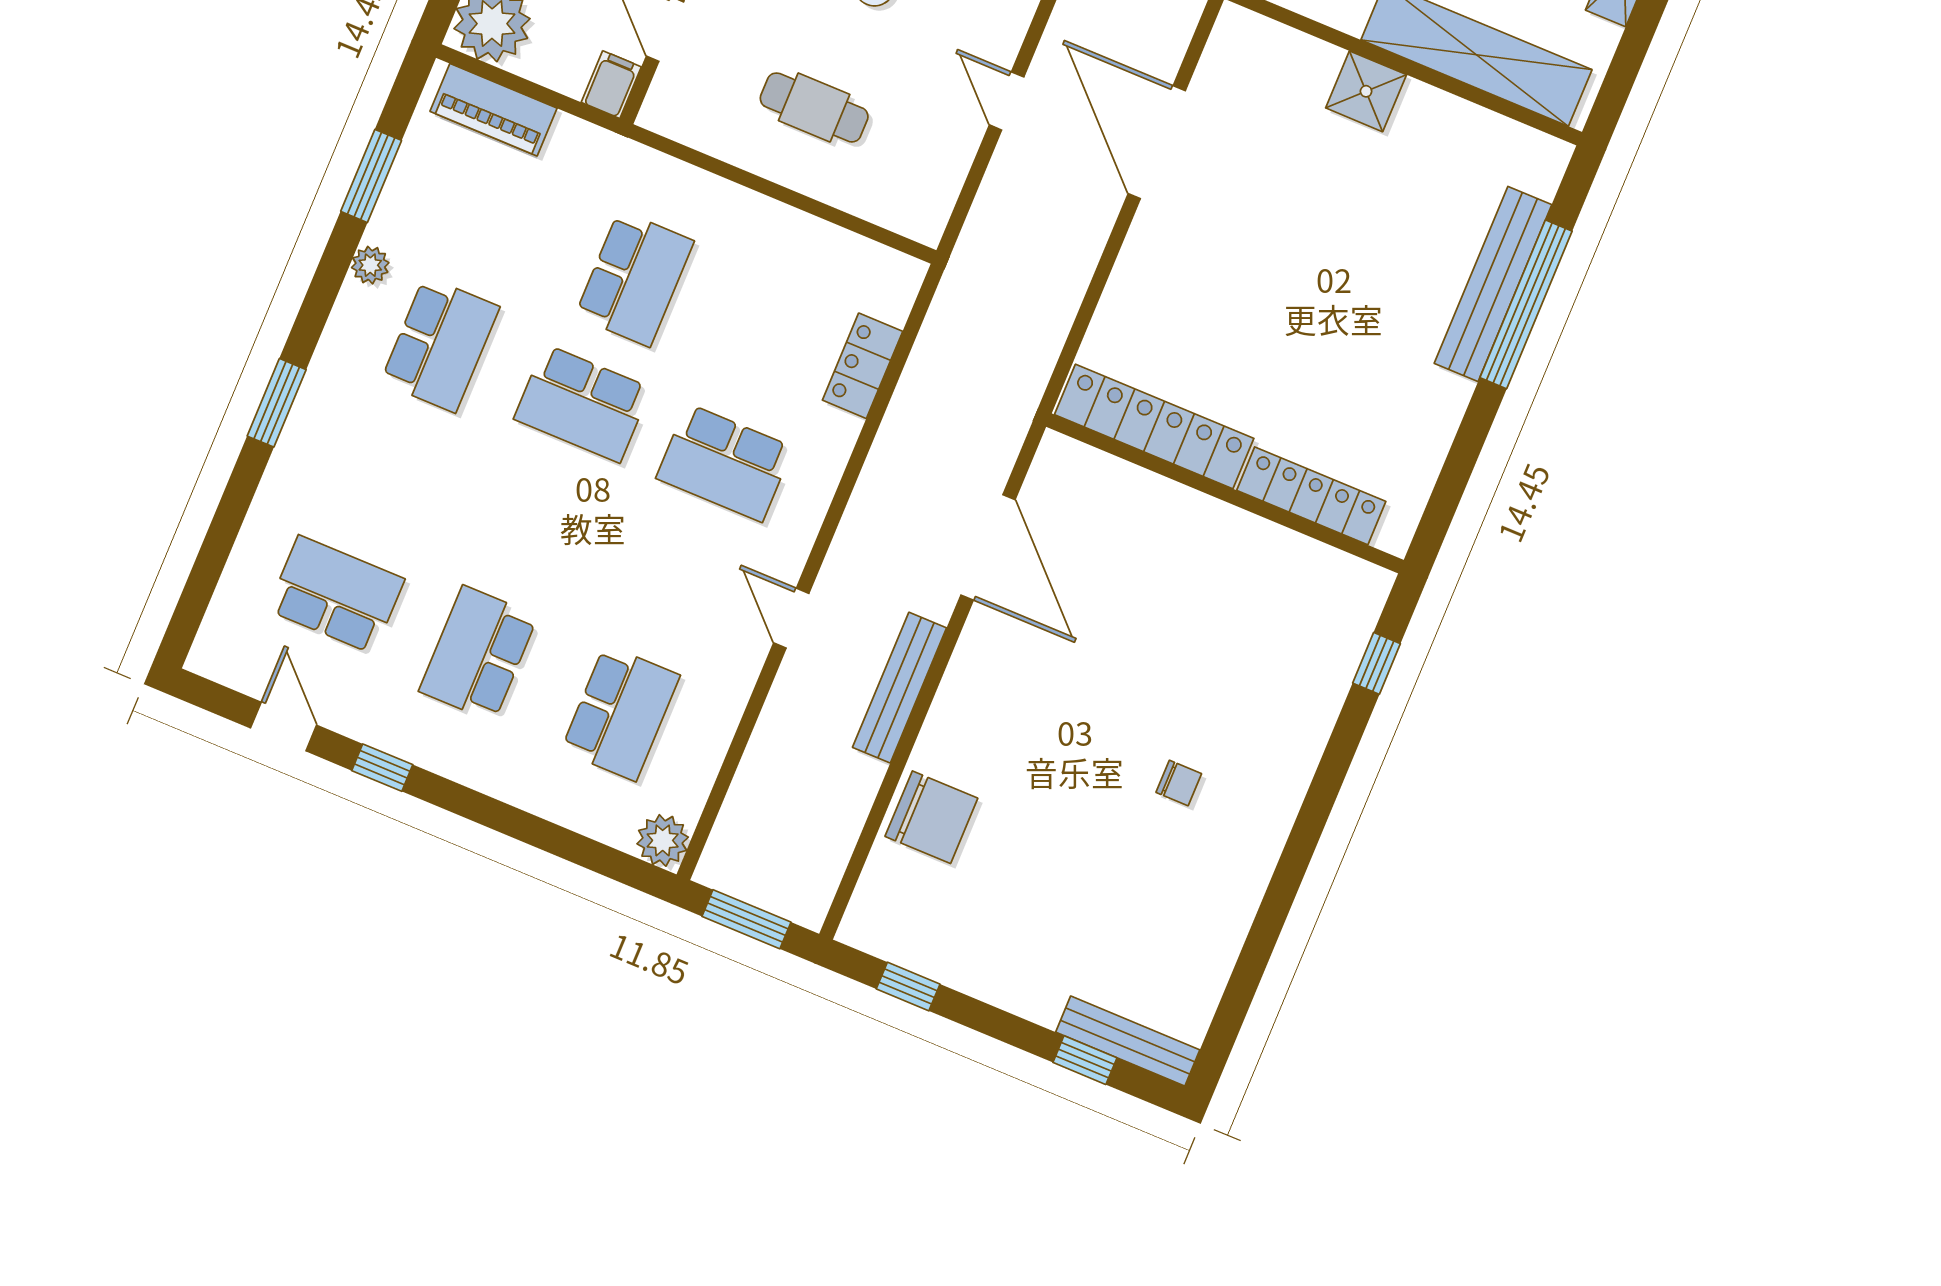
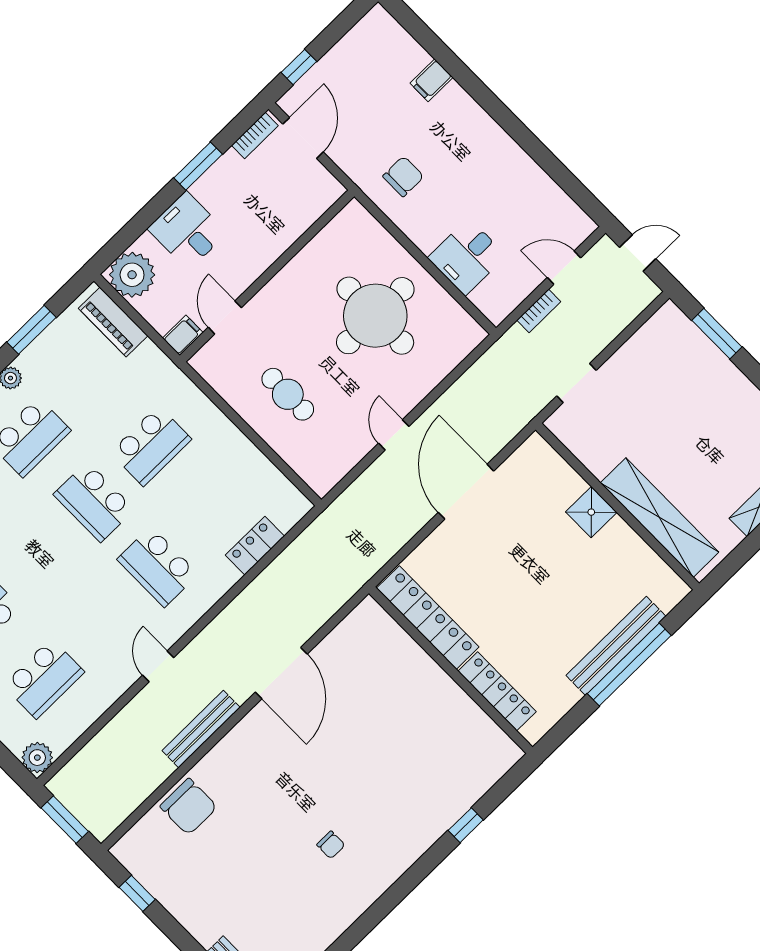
locker: (1154, 426) -> (428, 618), moved
wall: (1225, 493) -> (451, 670), moved
locker: (1311, 496) -> (497, 691), moved

